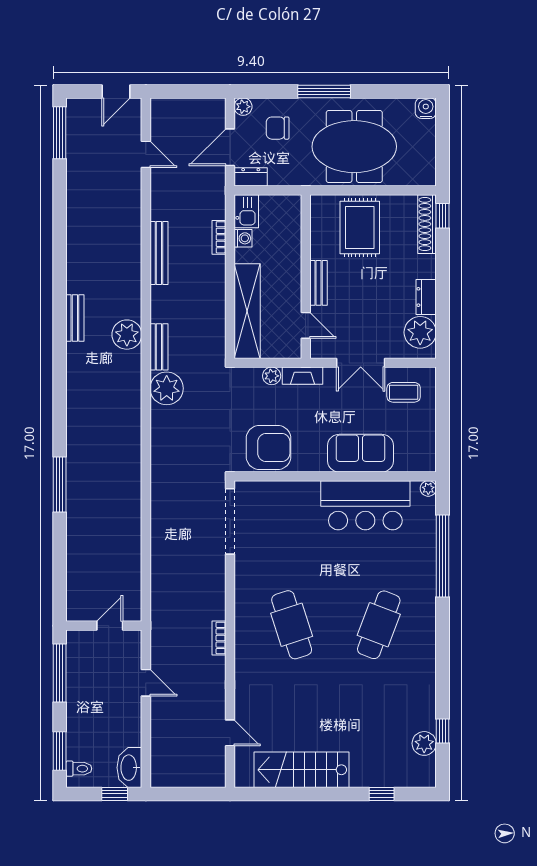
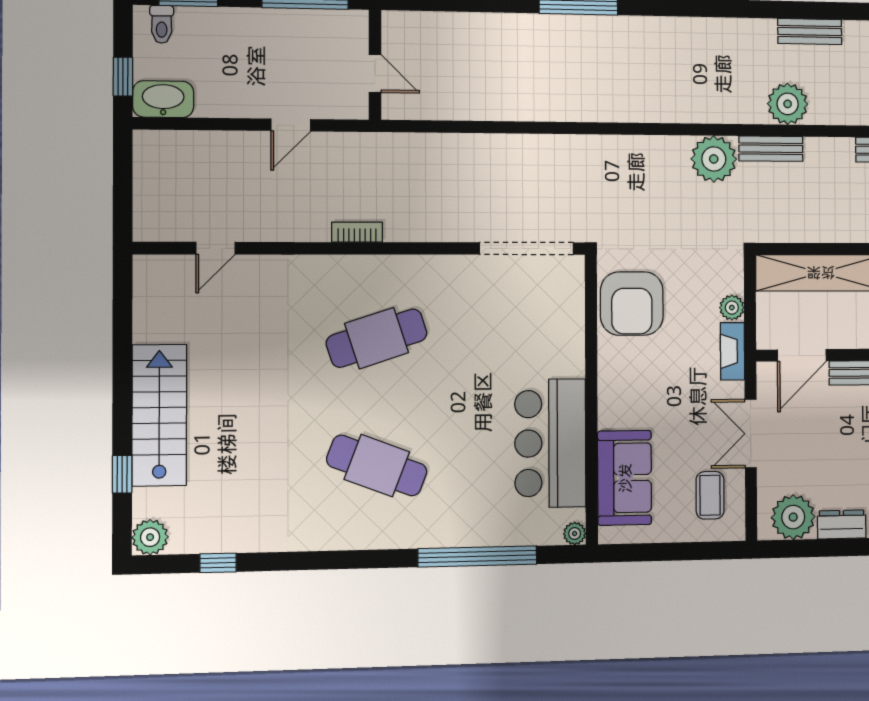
door: (306, 325) -> (802, 355), width x1.38
sofa: (360, 453) -> (625, 478), moved
plant: (424, 743) -> (150, 537), moved
stairs: (302, 770) -> (159, 415), moved

